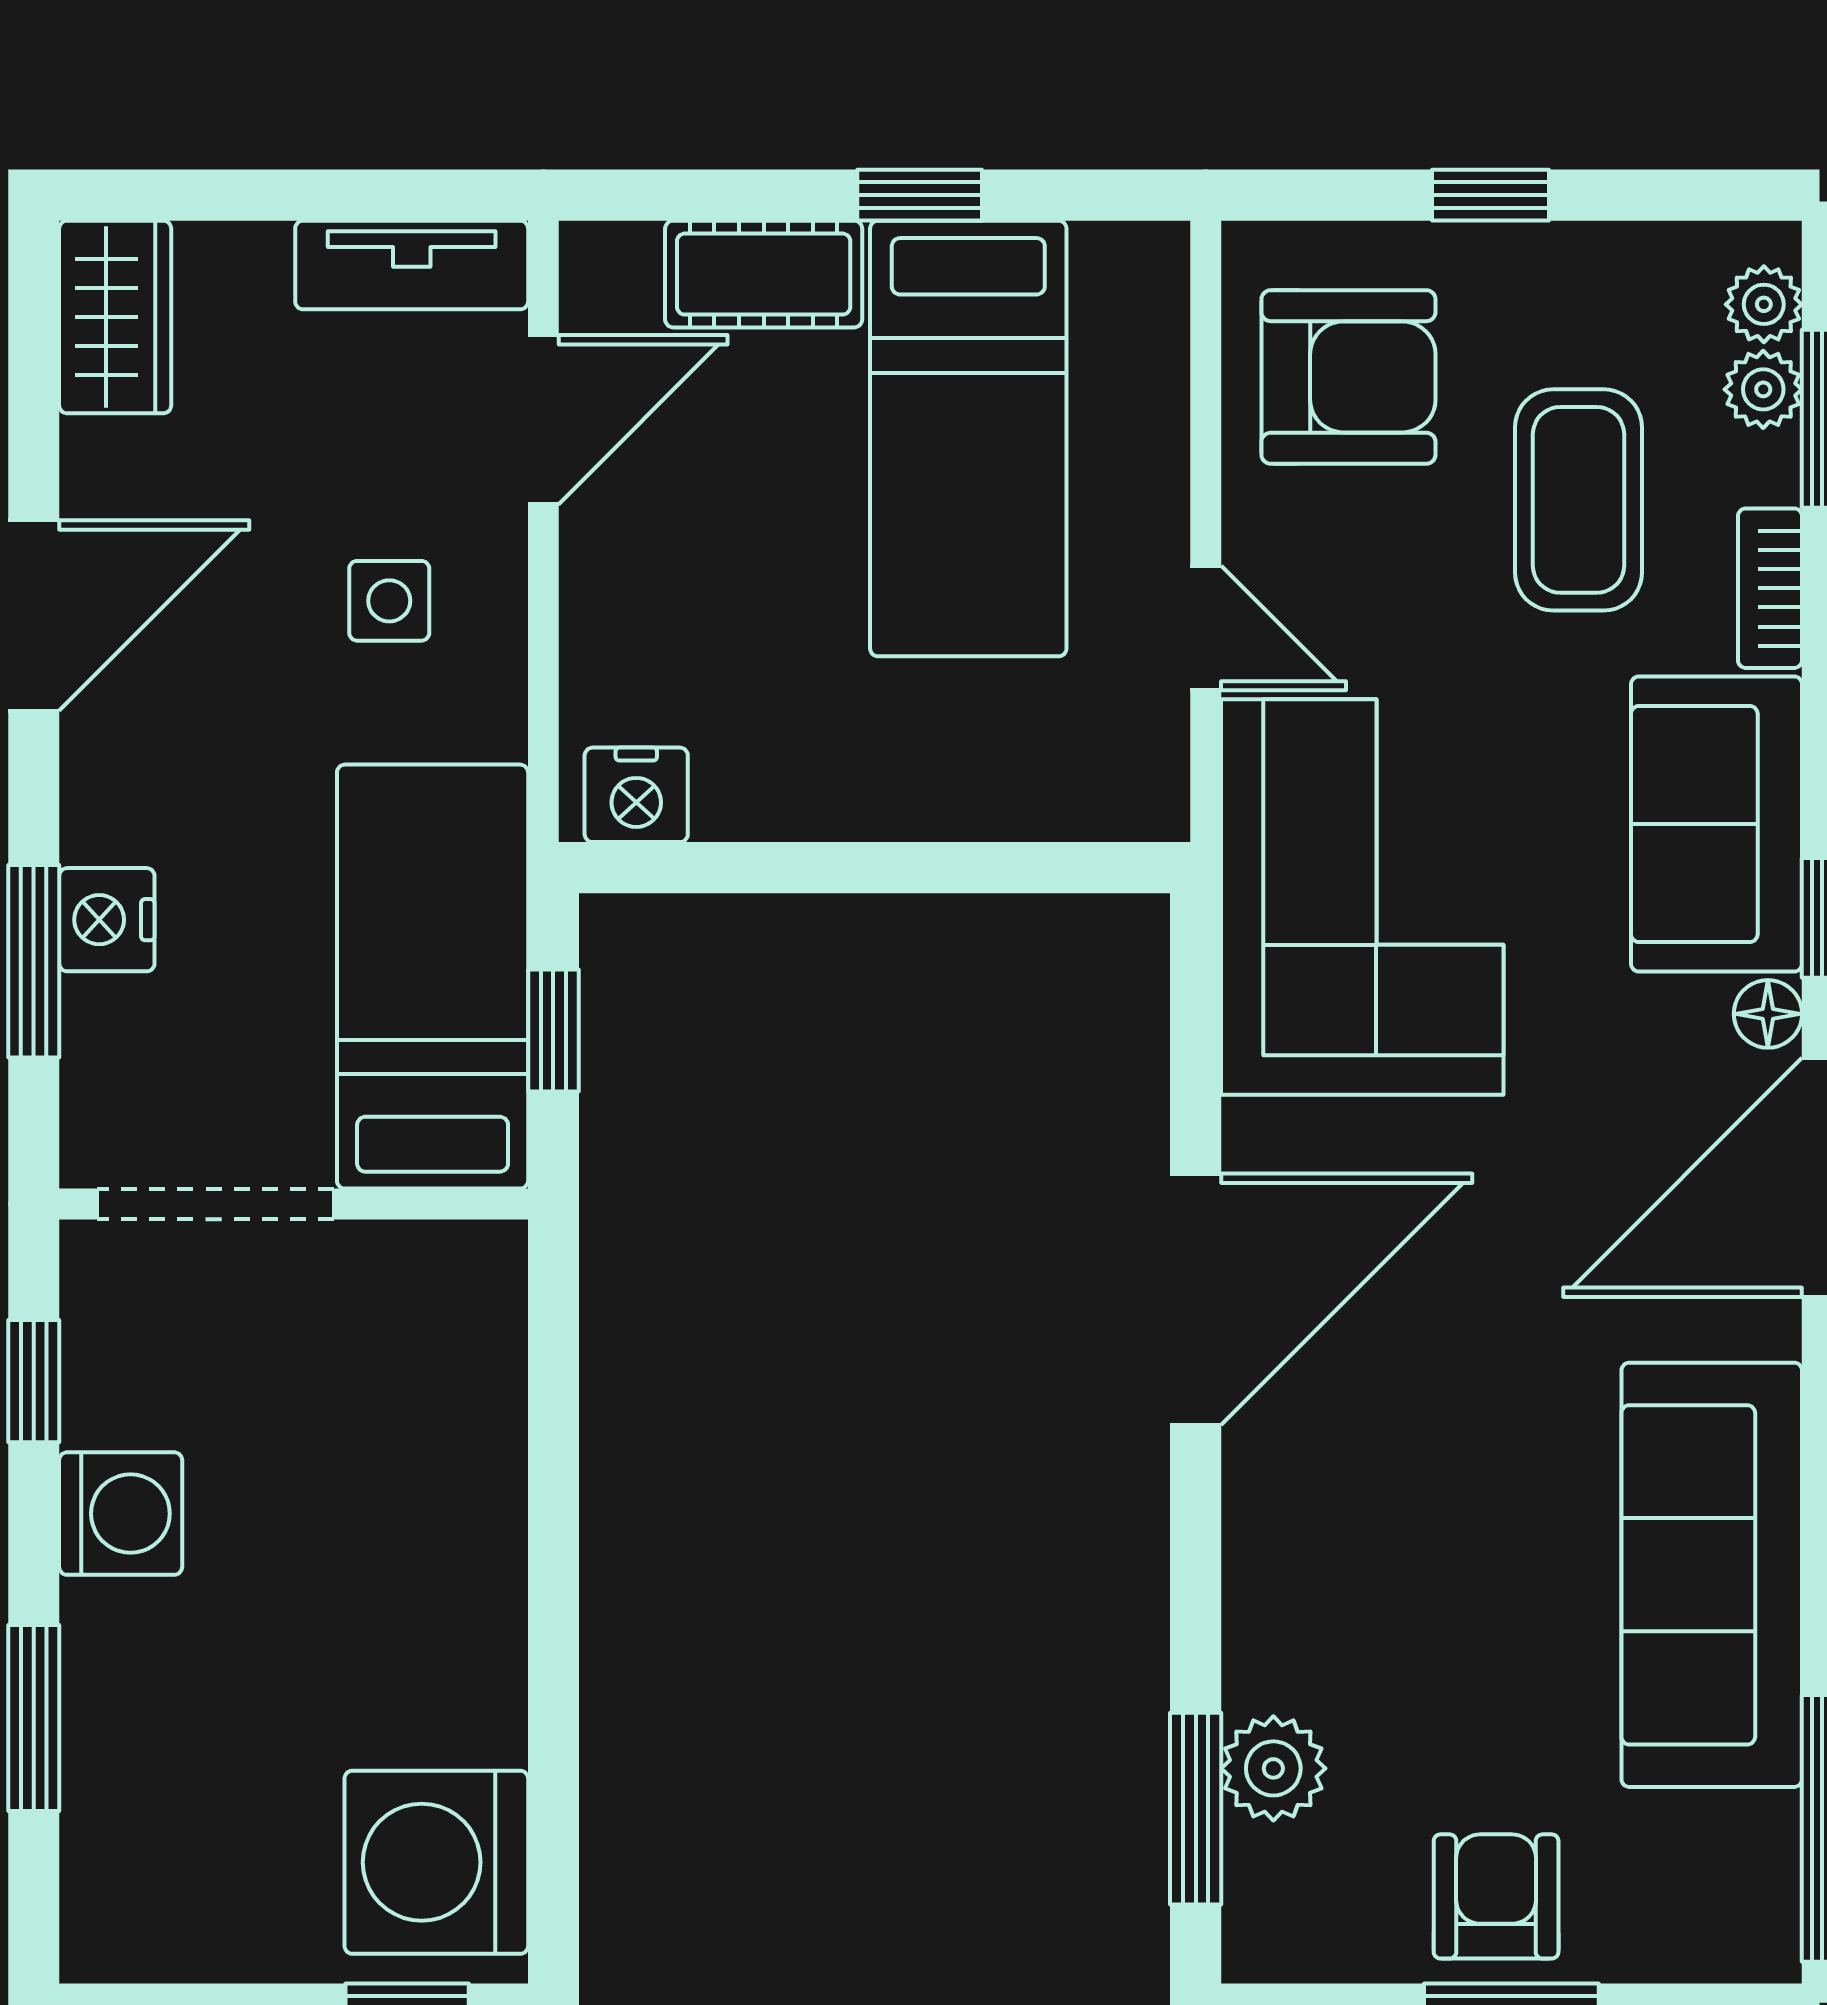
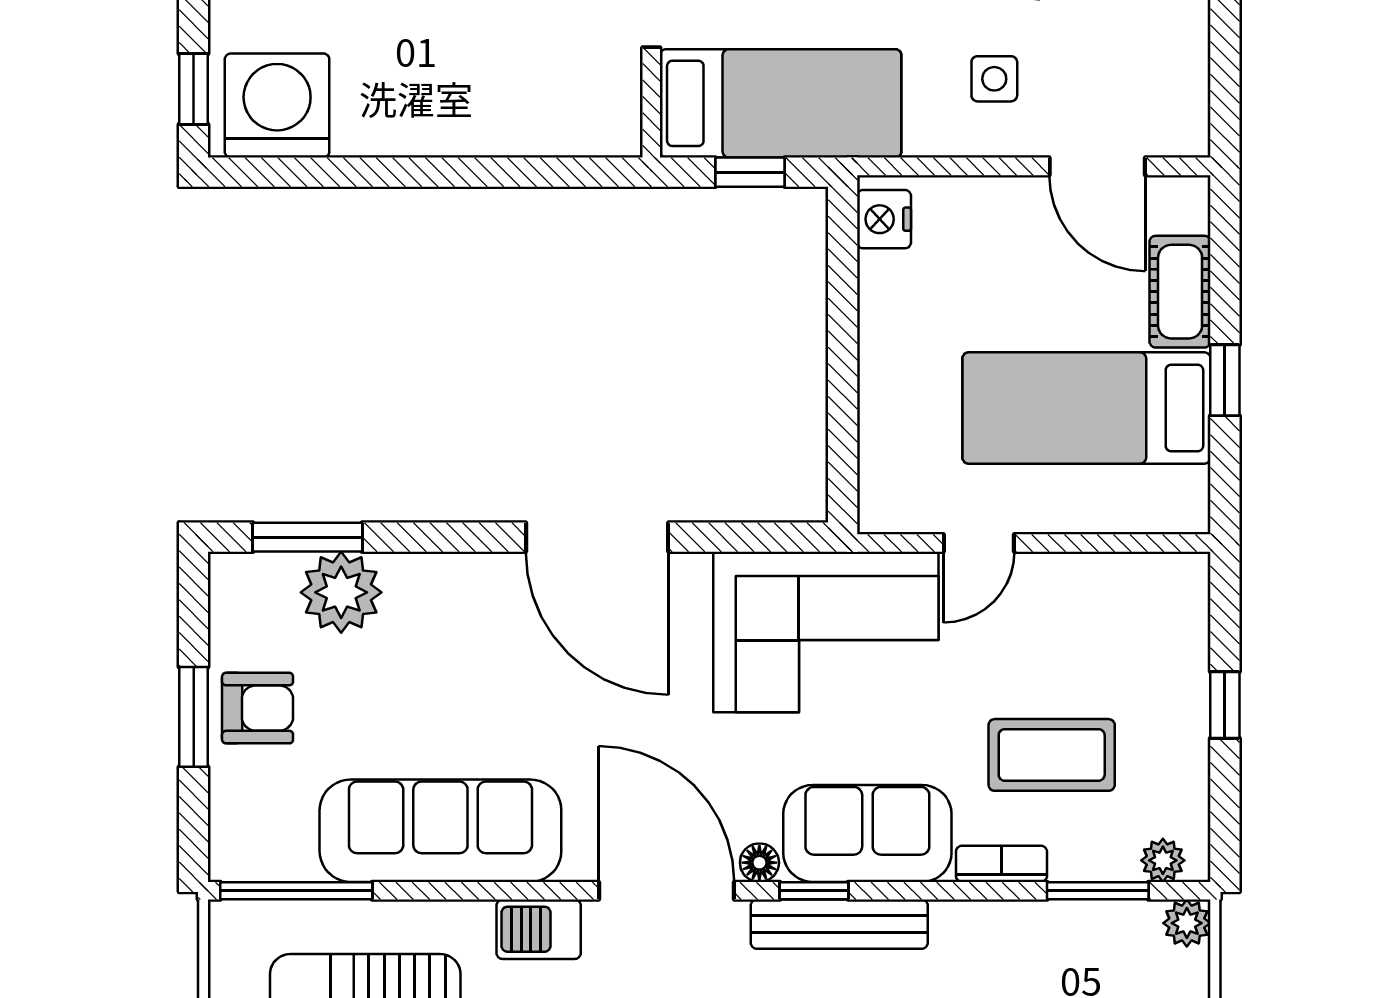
tv unit: (412, 265) -> (1185, 91), removed
armchair: (1348, 377) -> (1122, 624), removed
plant: (1763, 389) -> (1114, 860), removed
plant: (1273, 1768) -> (341, 592), width x1.36, depth x1.36

